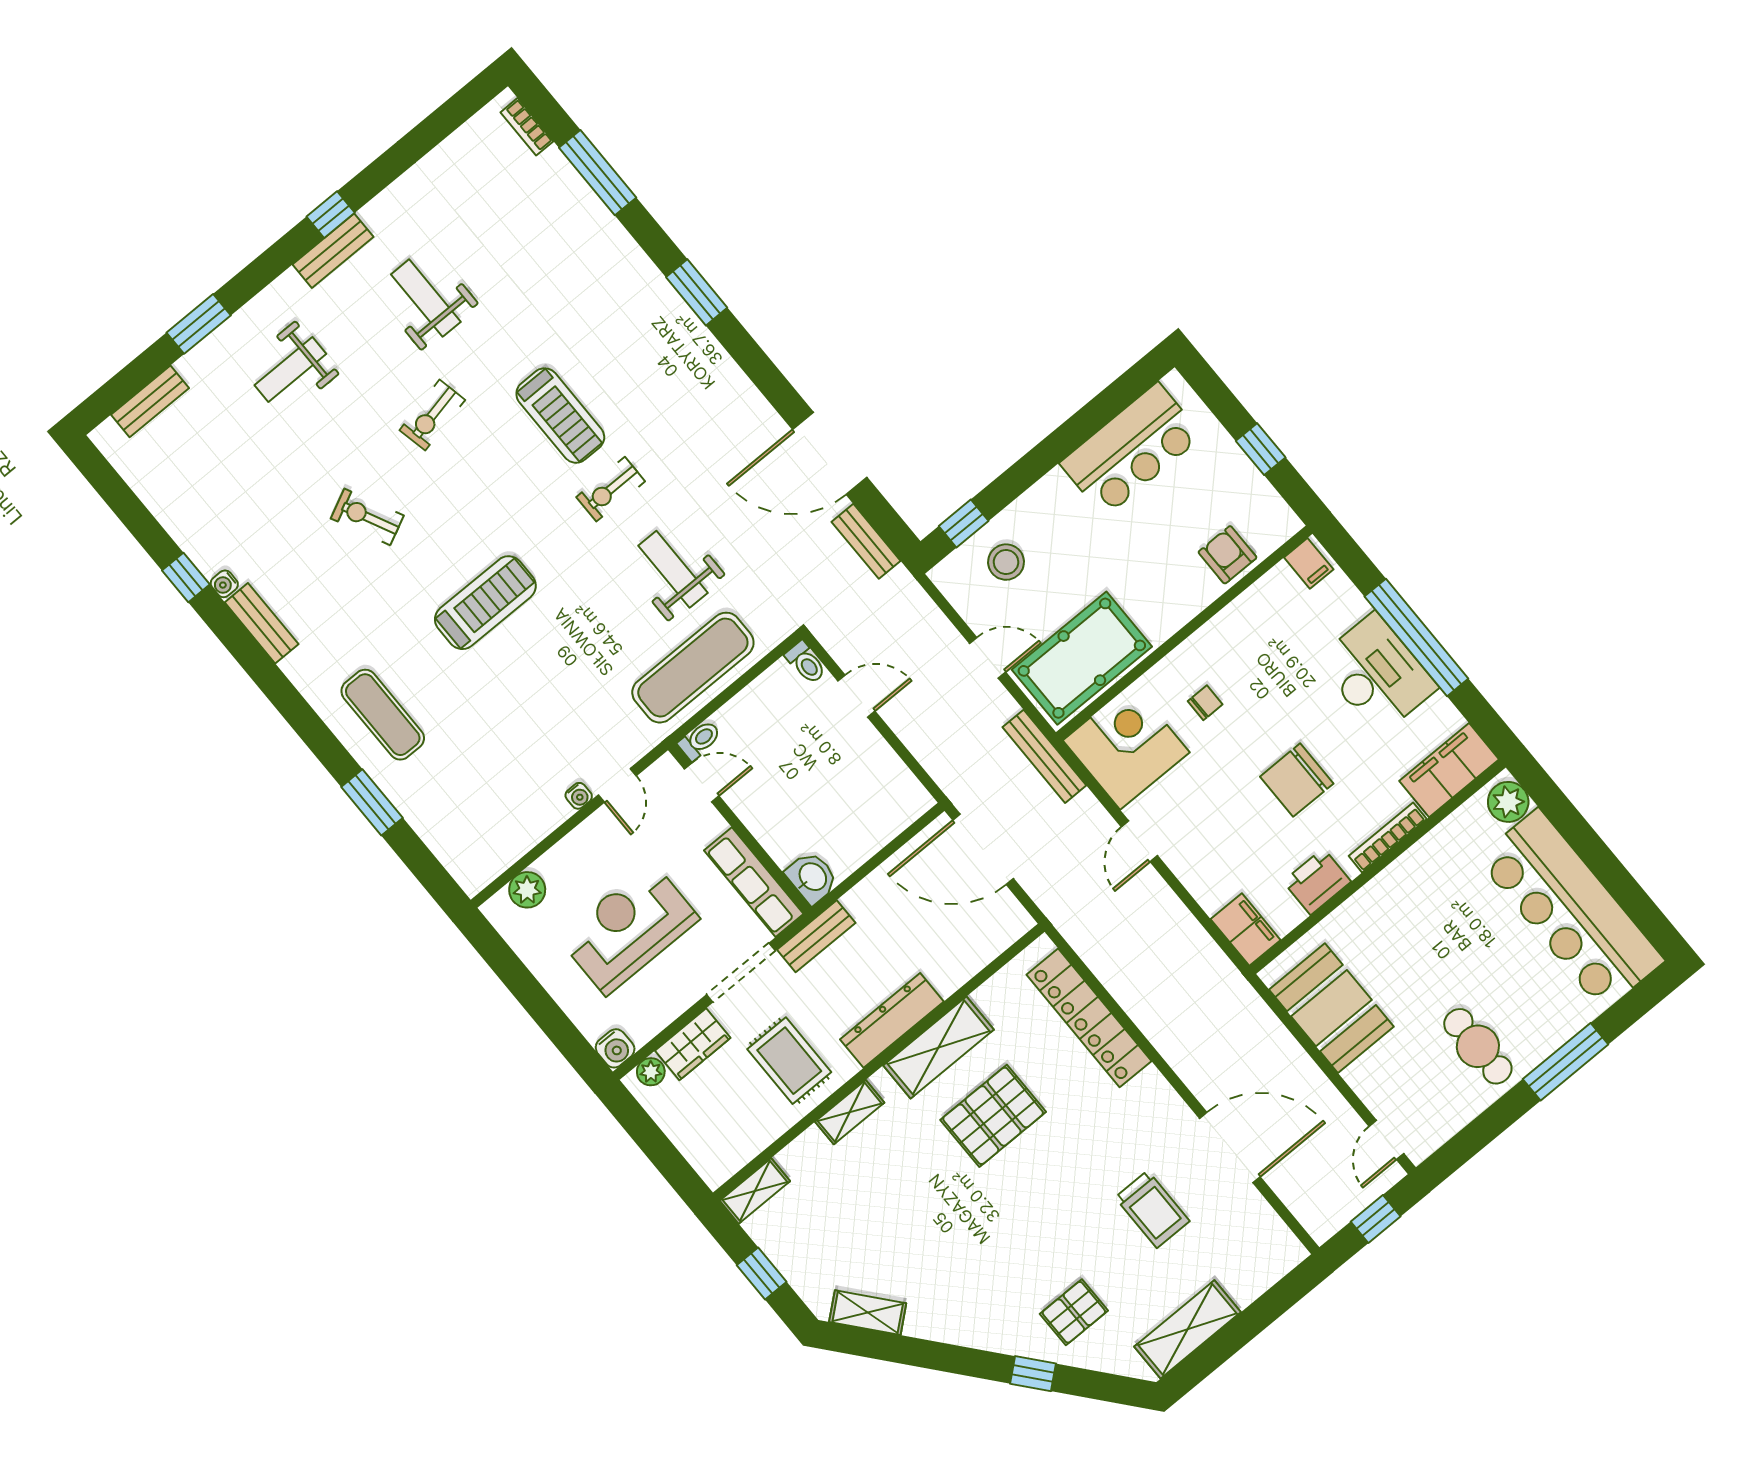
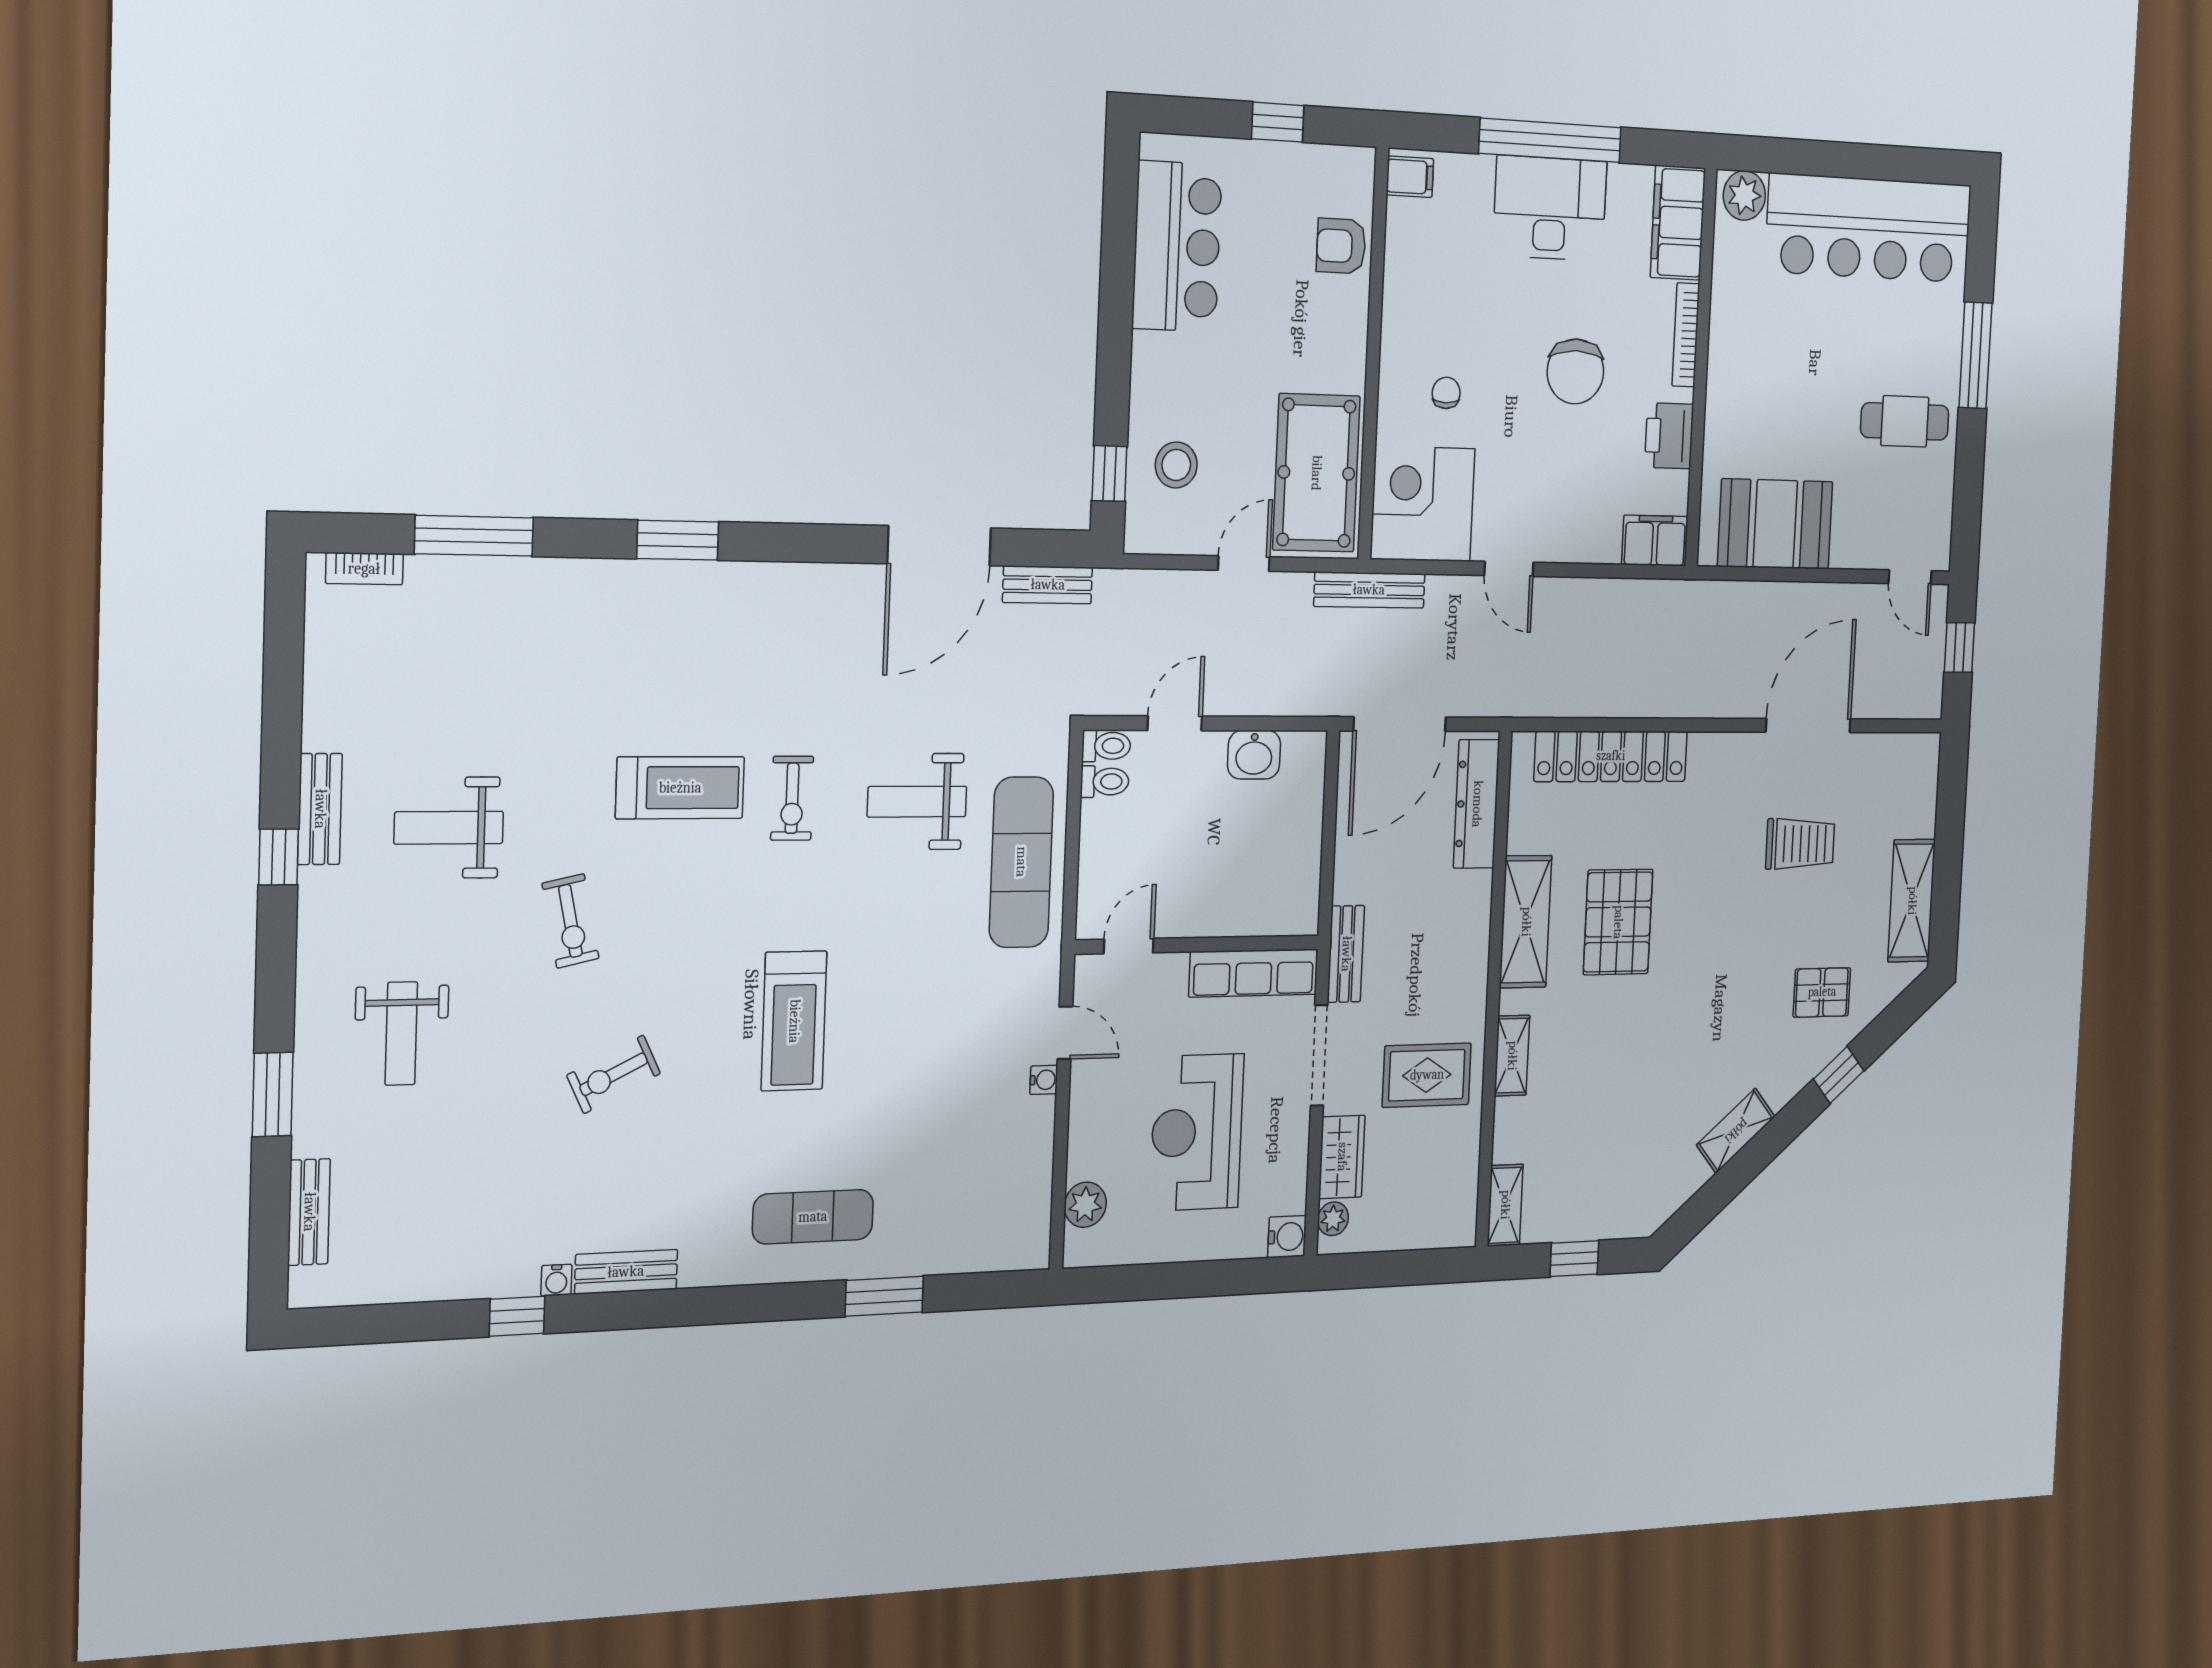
bench: (333, 251) -> (320, 809), moved
treadmill: (485, 603) -> (794, 1021), turned 180
toilet: (700, 740) -> (1105, 782), moved, turned 90
washbasin: (812, 877) -> (1254, 755), moved, turned 180
dresser: (892, 1020) -> (1477, 804), moved
pallet: (1074, 1312) -> (1822, 992), turned 90
shelving: (868, 1313) -> (1736, 1131), moved

